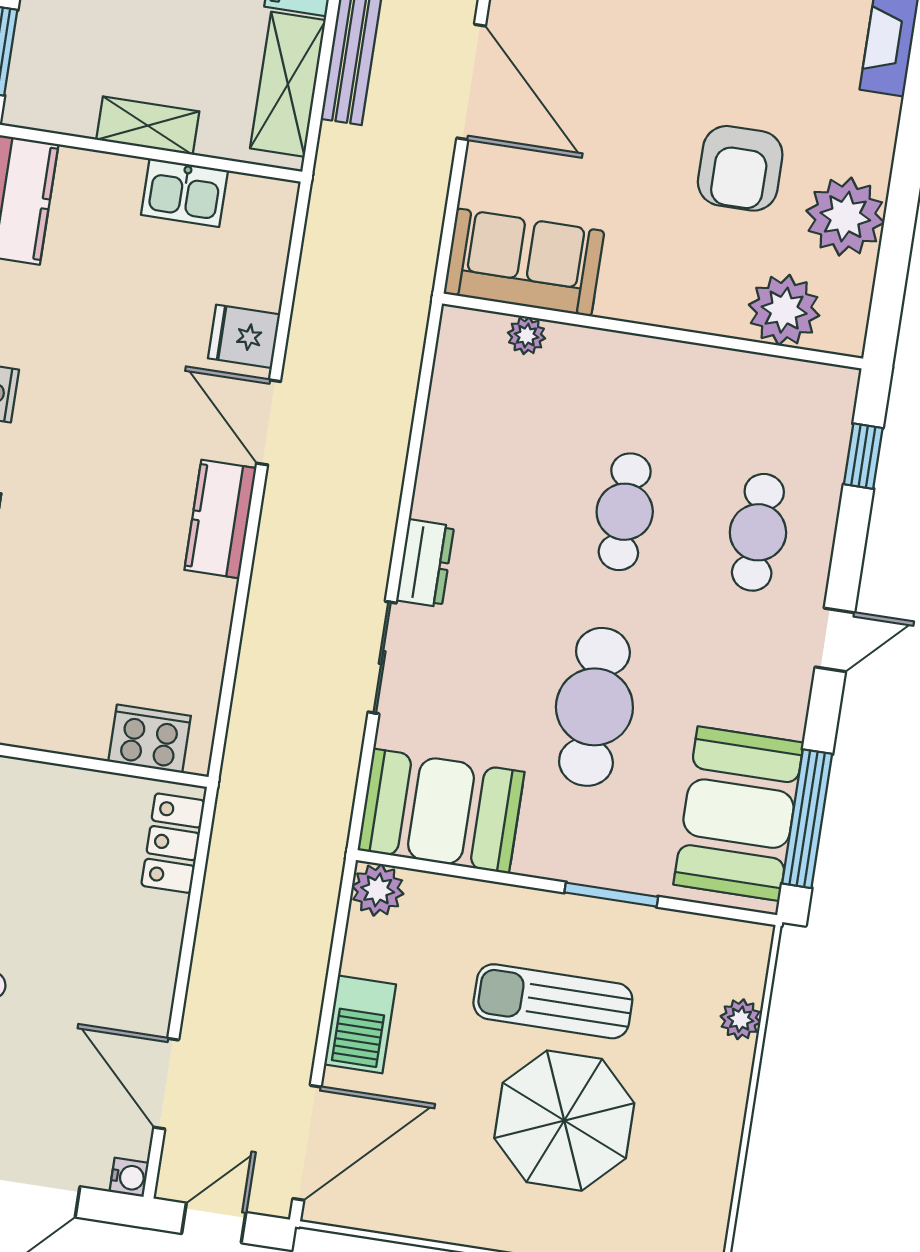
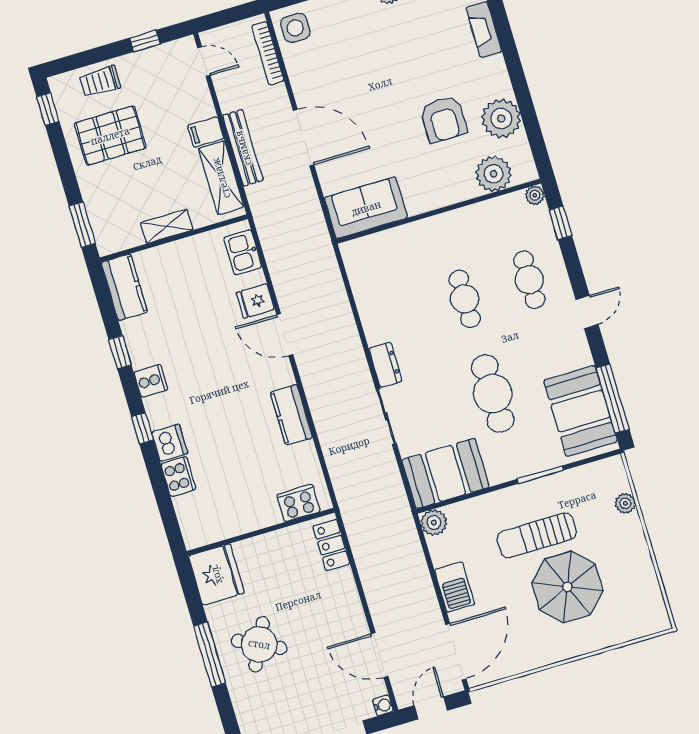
kitchen sink: (184, 193) -> (243, 252), moved, turned 90
plant: (526, 336) -> (535, 195), moved
kitchen counter: (220, 519) -> (291, 415), moved

